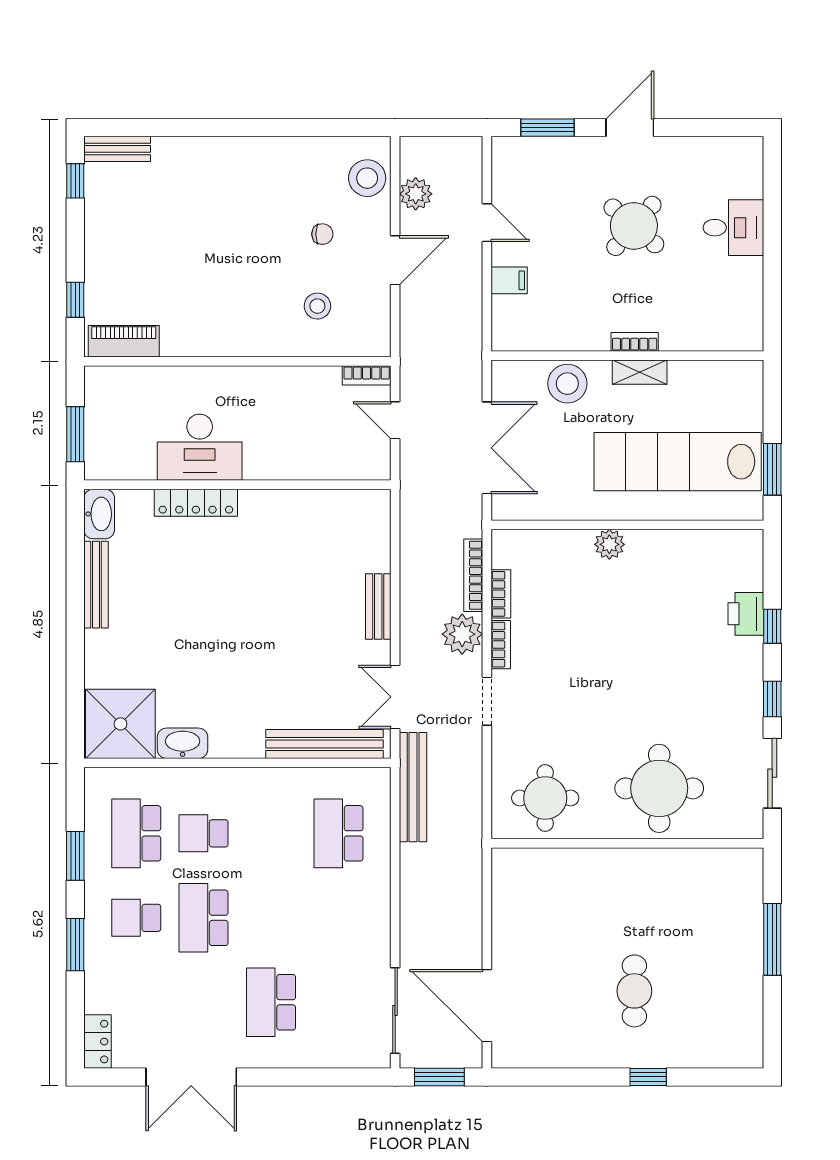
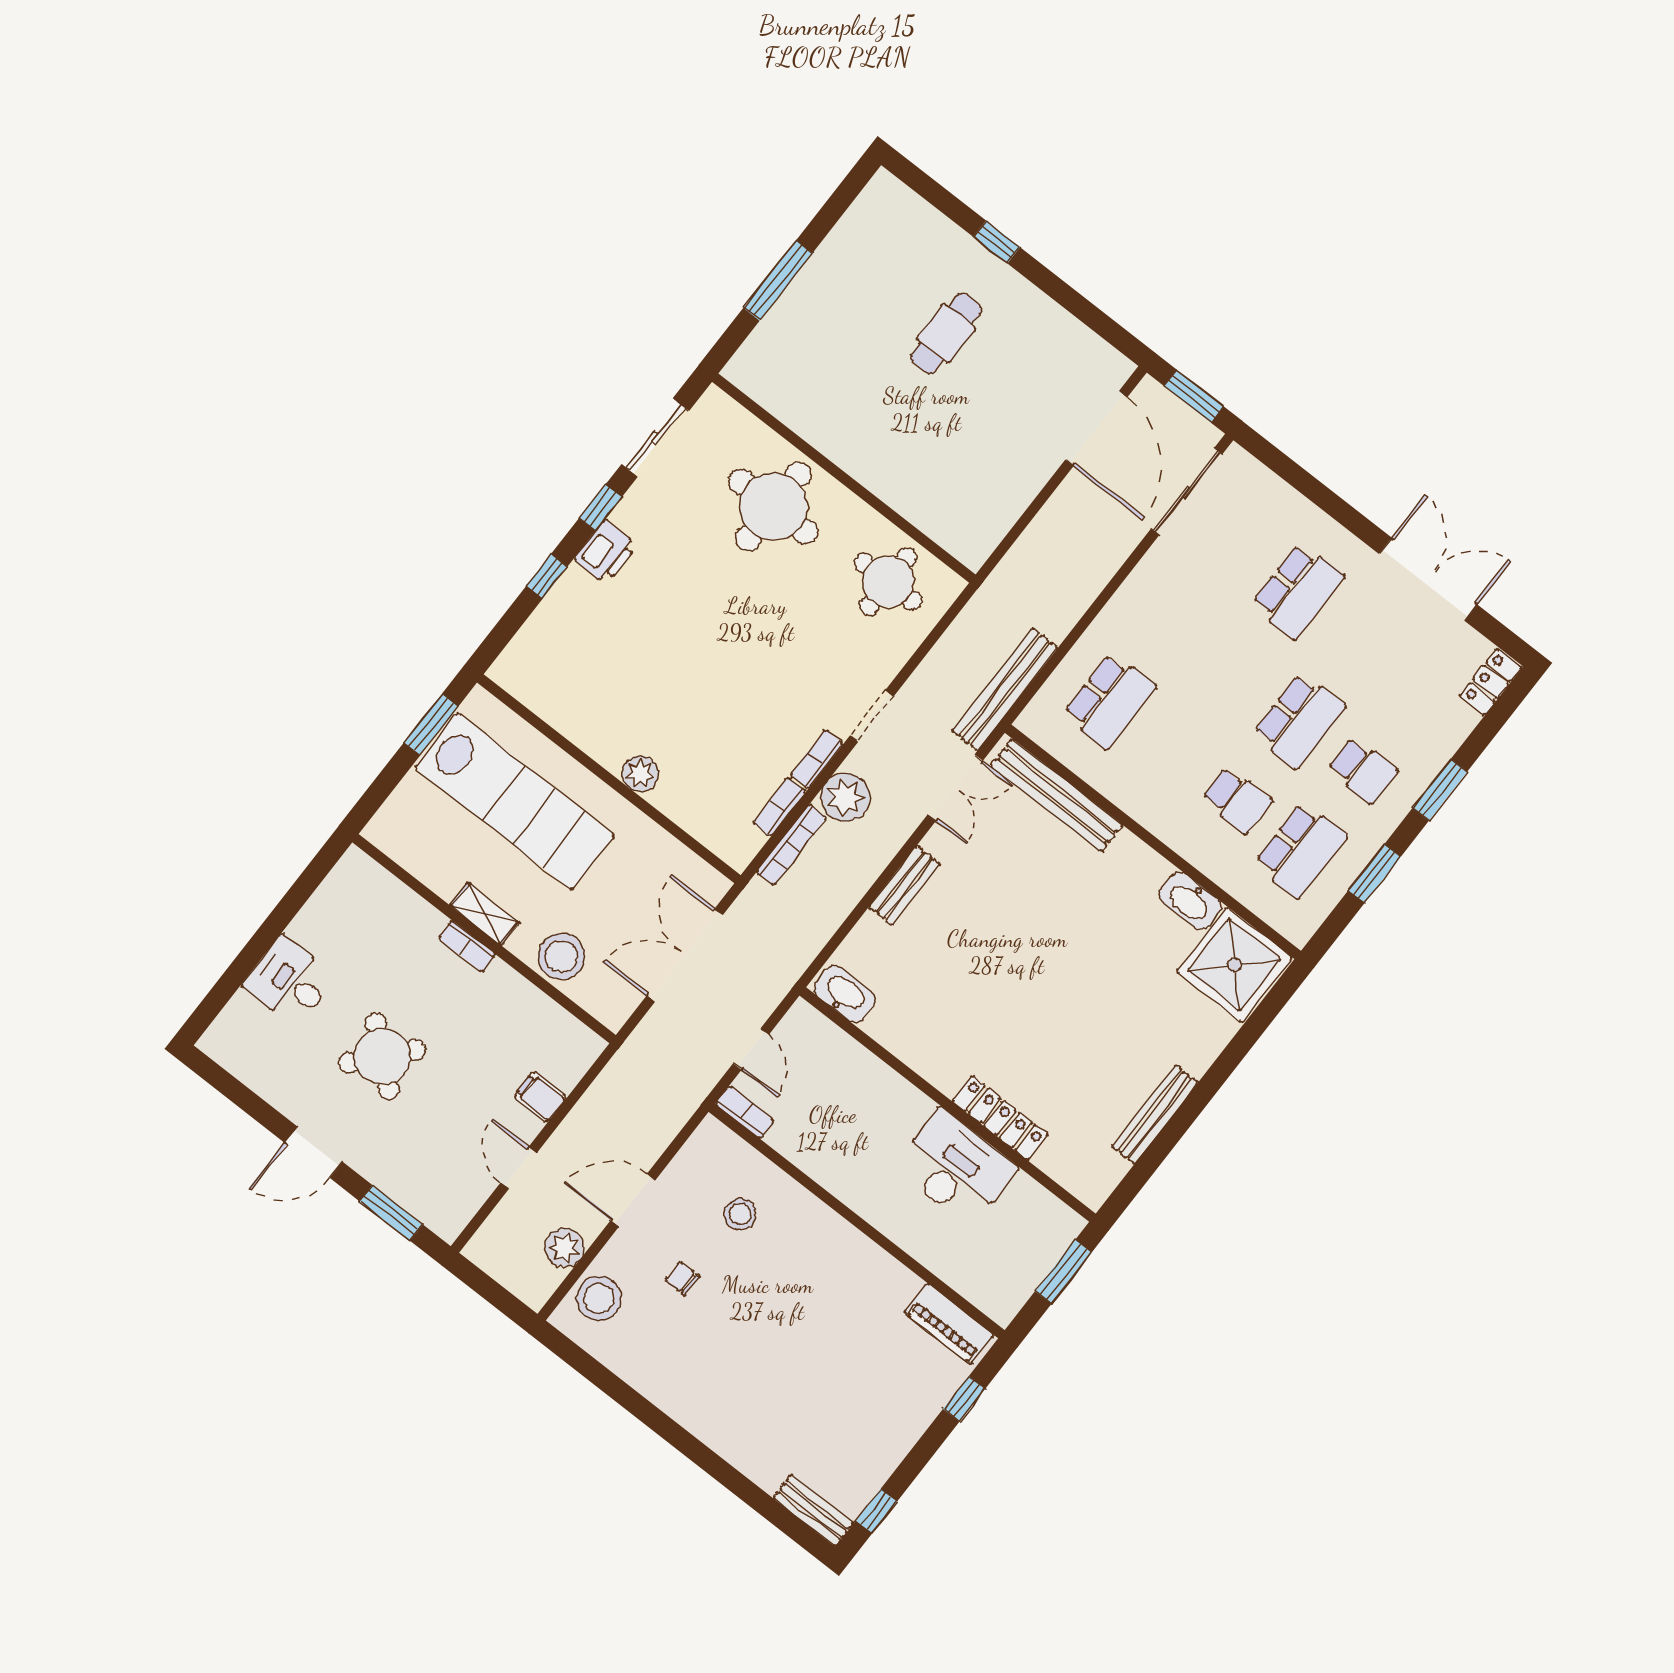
washbasin: (99, 514) -> (844, 994), moved, turned 90
printer: (746, 614) -> (606, 552), moved

